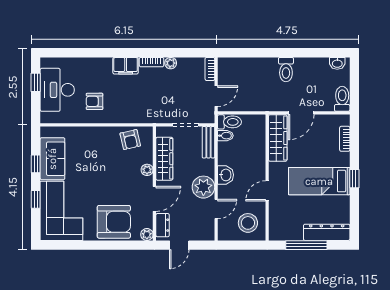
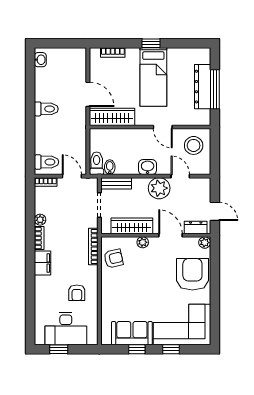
toilet: (342, 99) -> (47, 162), moved, turned 180
bookcase: (143, 118) -> (93, 247), added
dresser: (327, 232) -> (203, 87), moved

